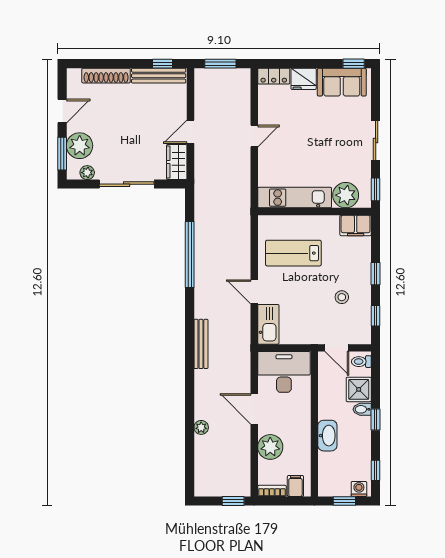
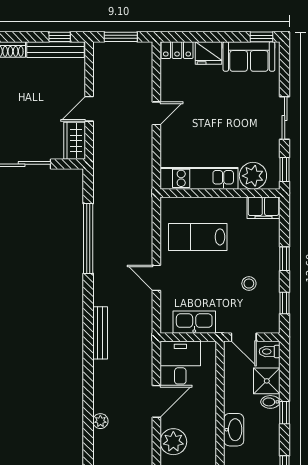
kitchen sink: (268, 324) -> (194, 322), moved, turned -90
desk: (284, 372) -> (180, 362), width x0.73
door: (254, 409) -> (156, 401), swing flipped

